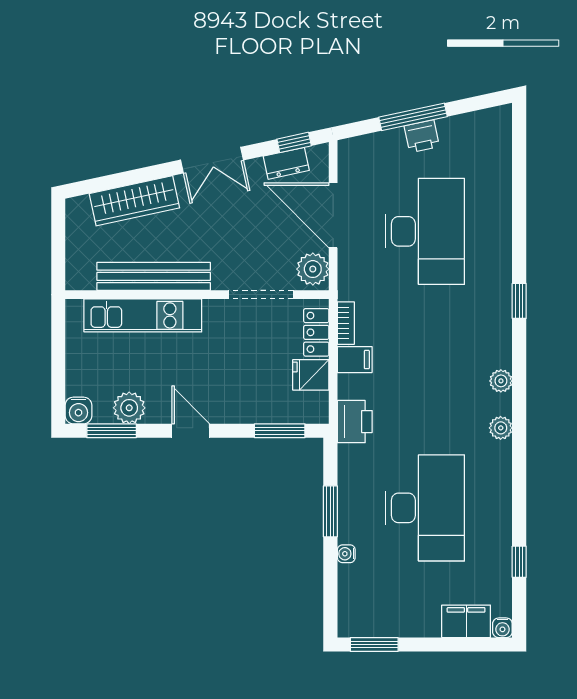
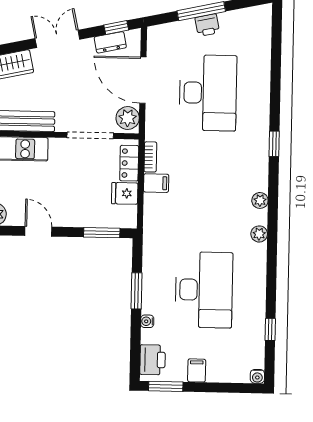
double door: (212, 160) -> (57, 39), swing flipped
printer: (355, 422) -> (152, 360), moved
filing cabinet: (466, 621) -> (197, 370), moved, width x0.50

